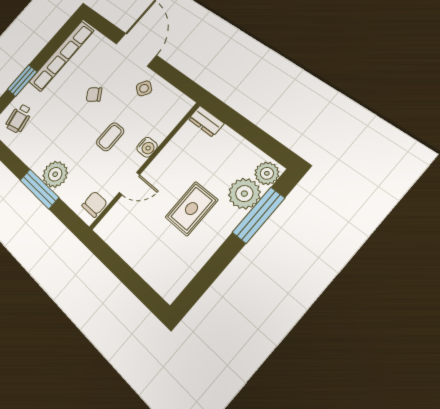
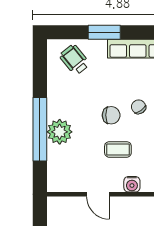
wheelchair: (19, 118) -> (75, 60), turned 63
window: (39, 189) -> (40, 129), width x1.46
chair: (95, 204) -> (111, 115), moved

